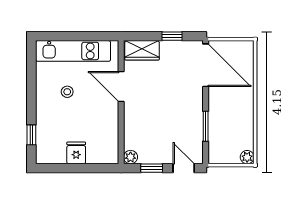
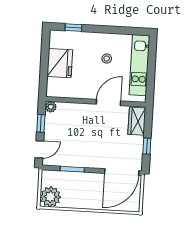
fridge: (76, 153) -> (60, 63), width x1.88, depth x1.34
plant: (247, 157) -> (50, 197), width x1.88, depth x1.88

